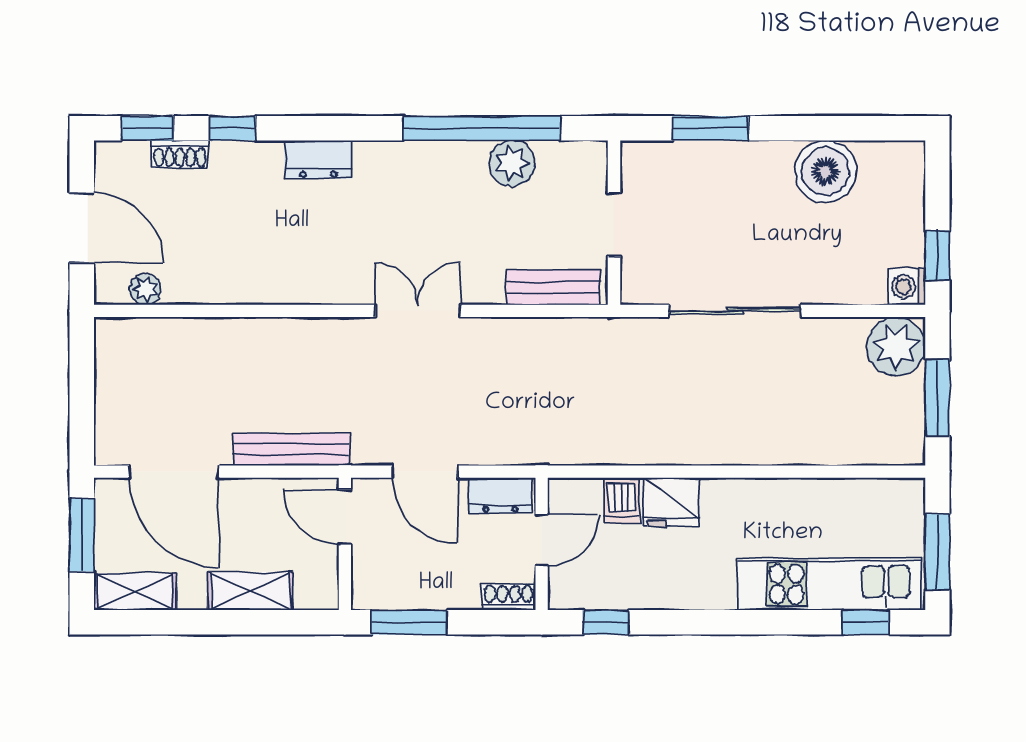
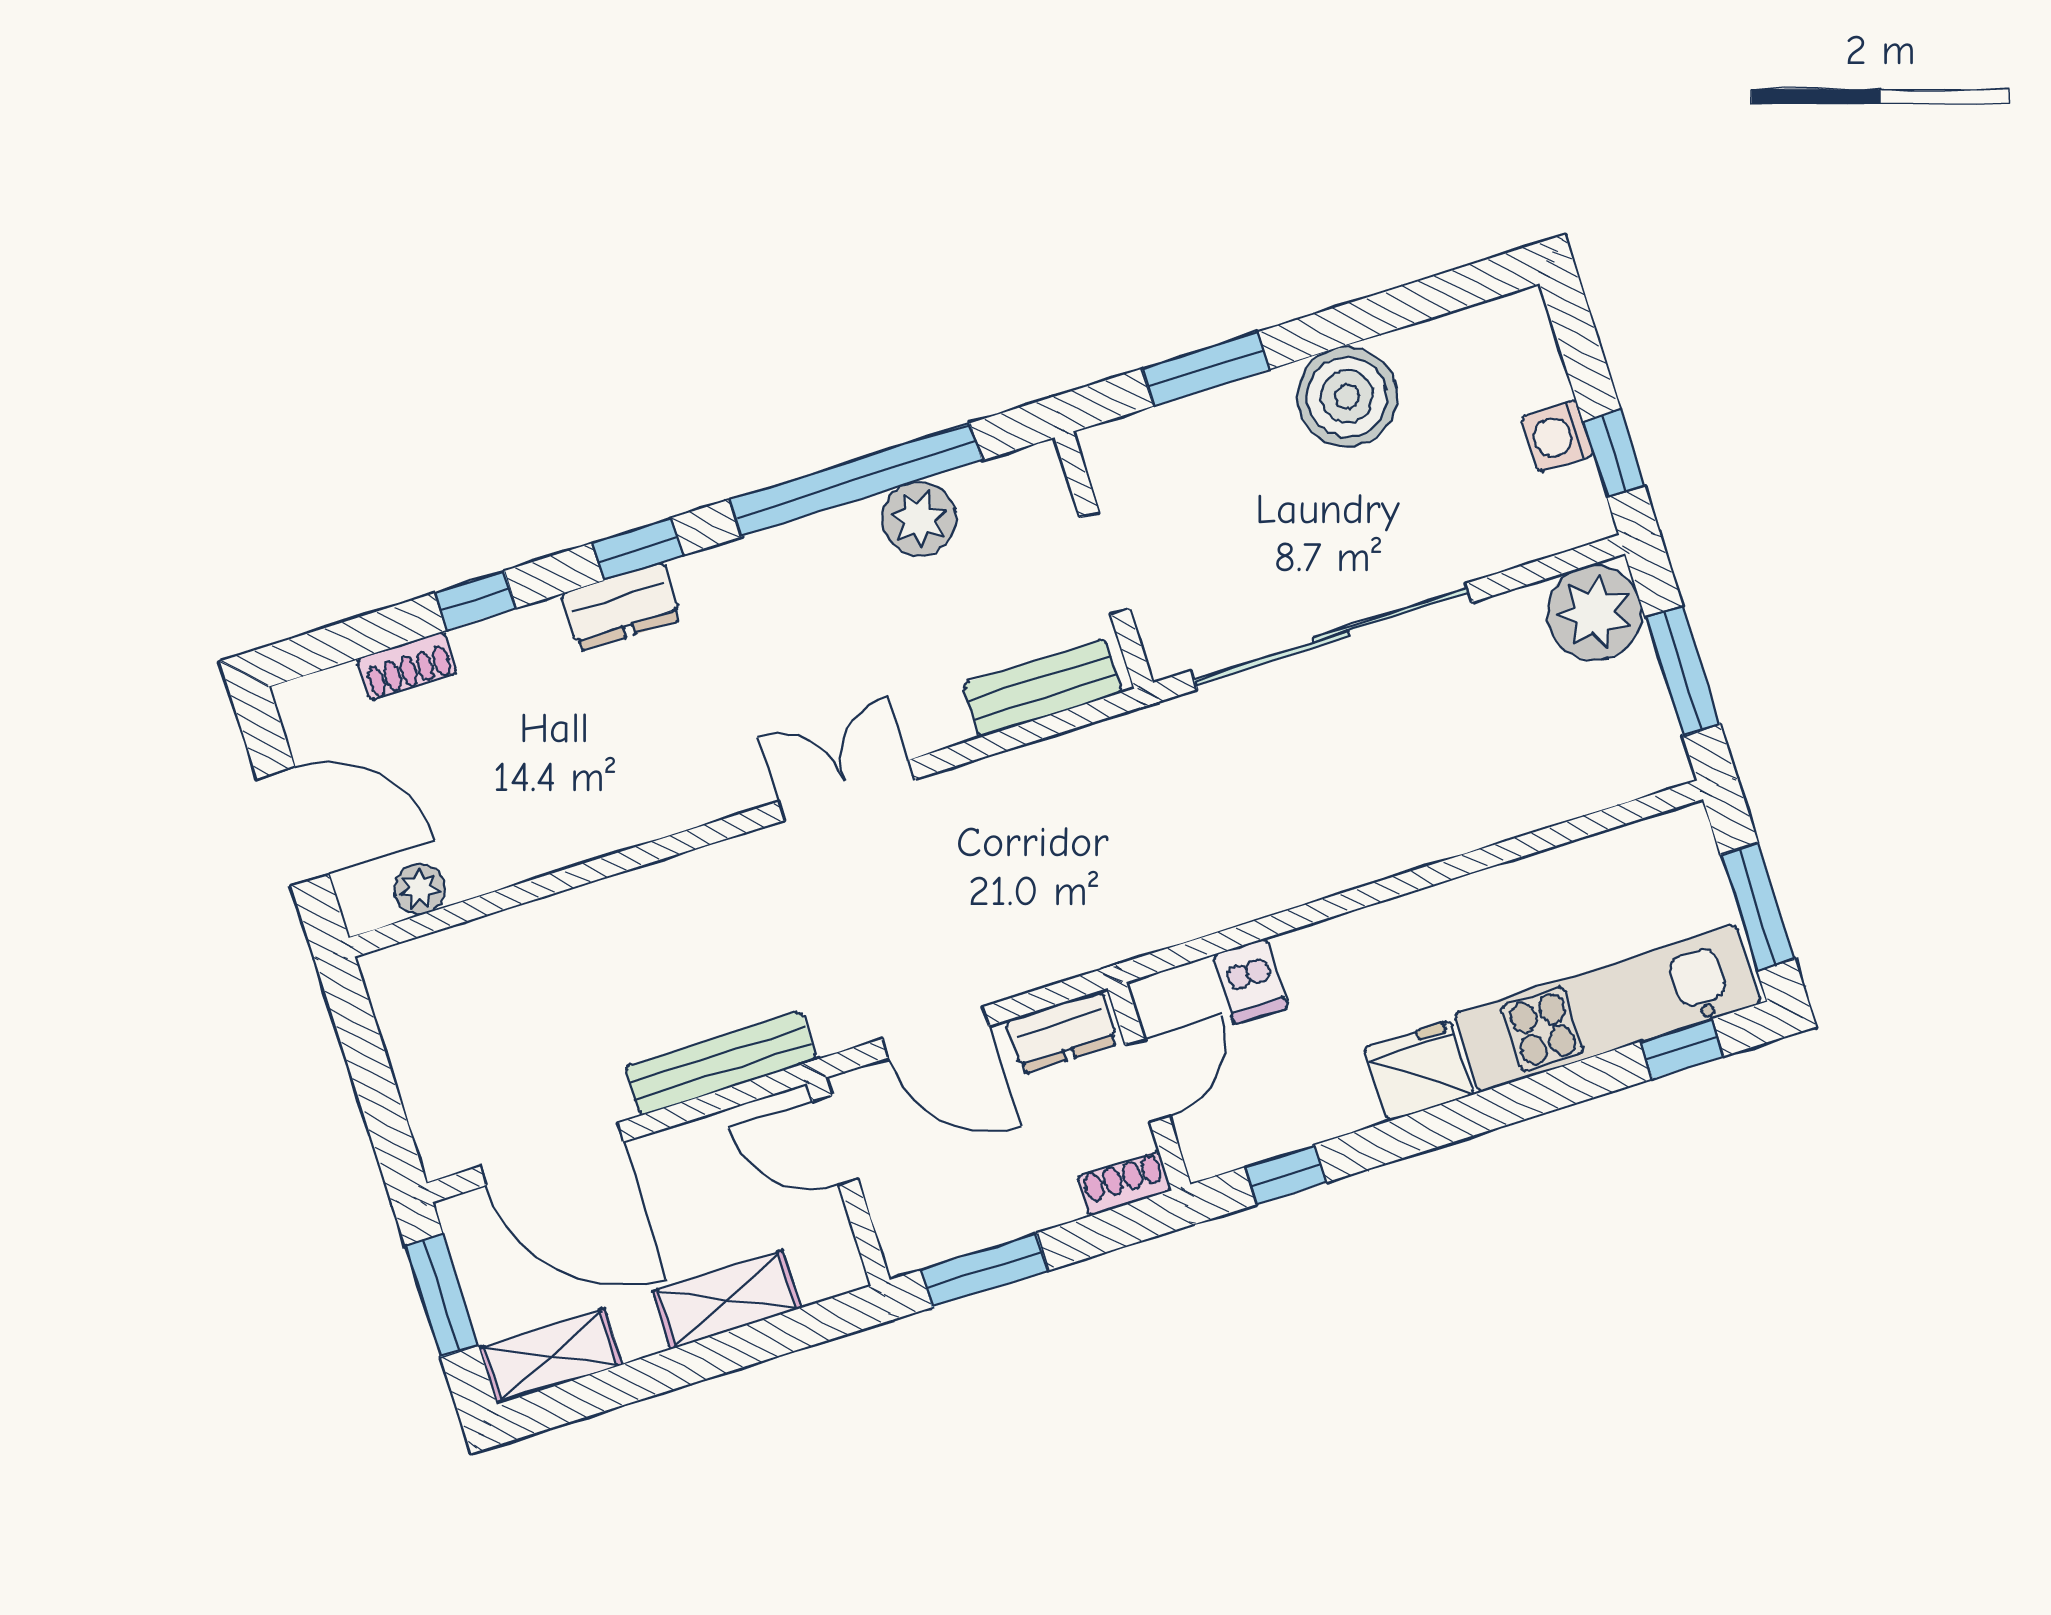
window: (148, 128) -> (637, 549), moved
boiler: (826, 171) -> (1347, 397), moved
washing machine: (907, 287) -> (1557, 436), moved
sliding door: (735, 311) -> (1331, 637), width x1.36
fridge: (671, 502) -> (1419, 1071), moved, turned 180

